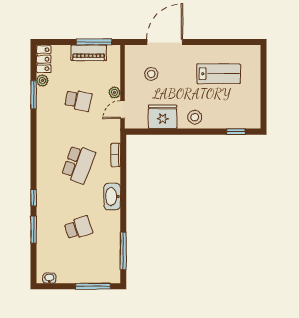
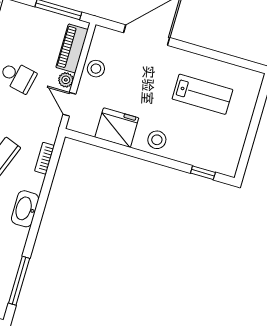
piano: (89, 53) -> (72, 49), moved, turned 90
stool: (151, 74) -> (96, 69), moved
door: (122, 110) -> (69, 104), hinge flipped

